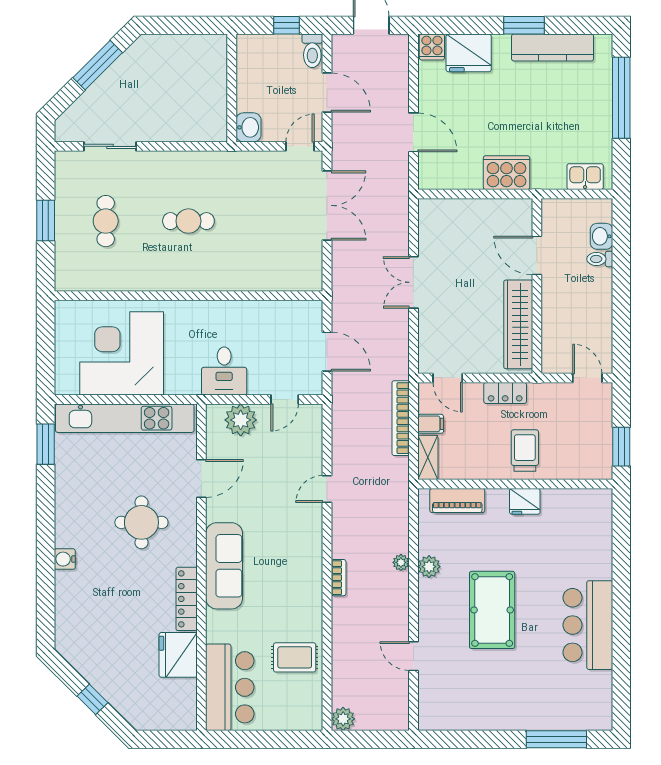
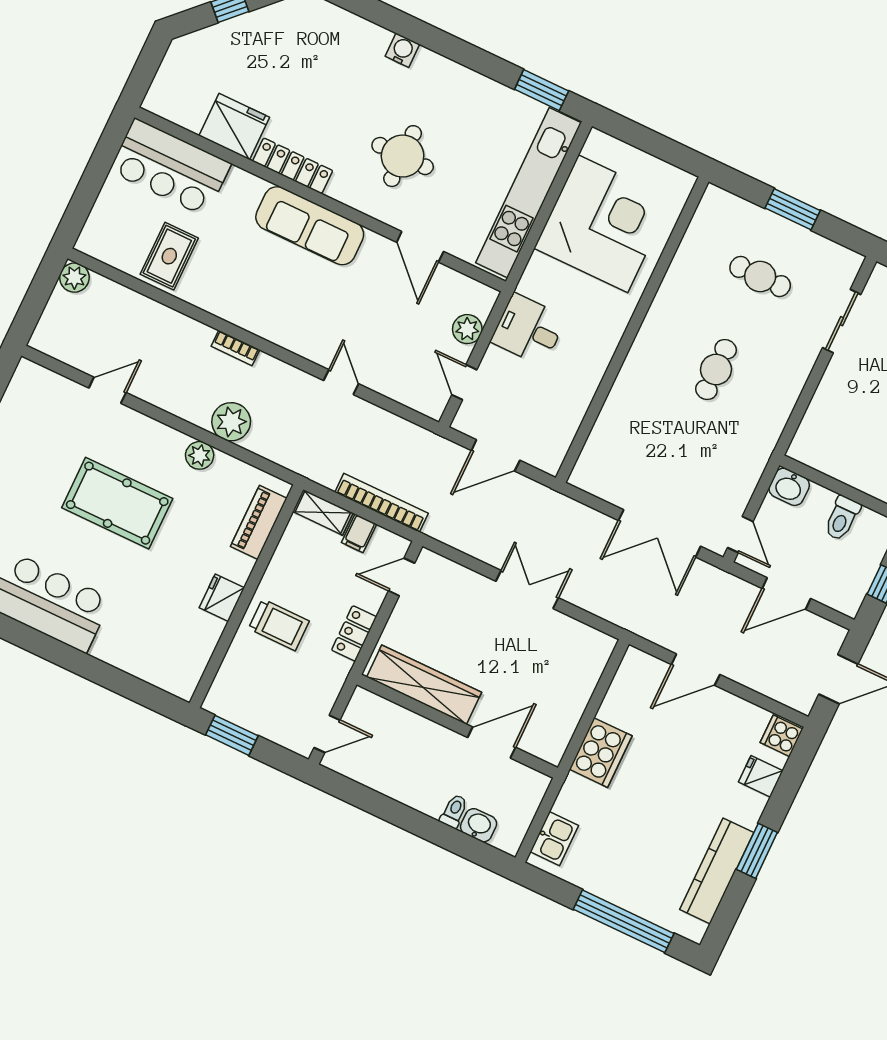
toilet: (312, 51) -> (842, 518), moved, turned -90
fridge: (469, 53) -> (761, 776), width x0.53, depth x0.75
plant: (241, 420) -> (467, 329), width x0.73, depth x0.73
plant: (401, 562) -> (231, 422), width x1.88, depth x1.88

